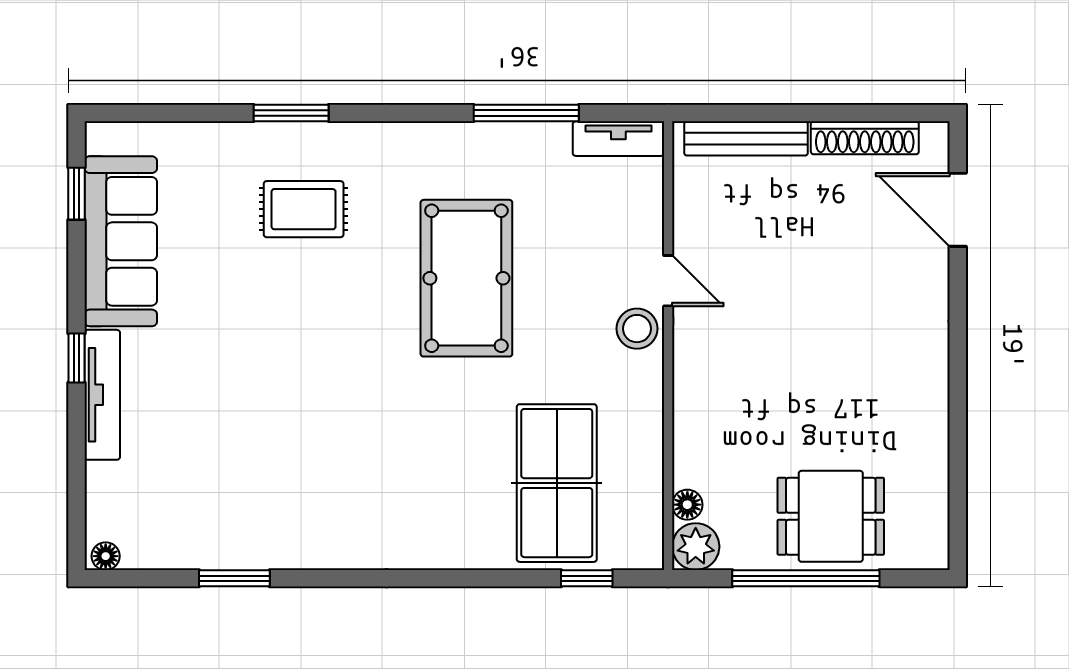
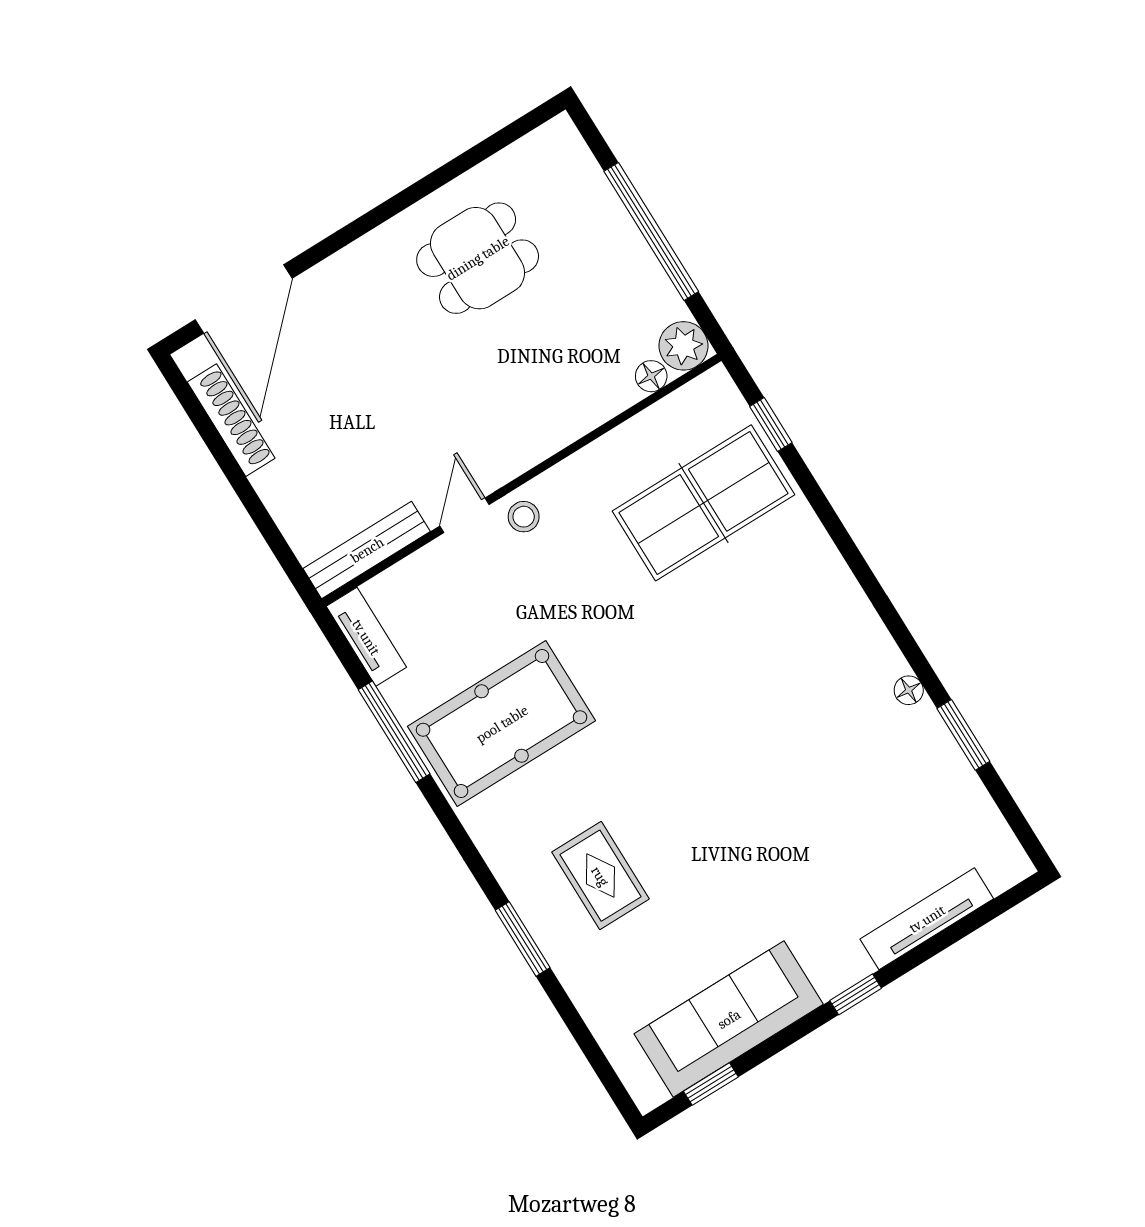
bench: (746, 138) -> (367, 550), moved, turned 90
door: (958, 210) -> (244, 299), width x1.36
pool table: (466, 278) -> (502, 724), moved
stool: (637, 329) -> (524, 517), width x0.73, depth x0.73
tv unit: (102, 395) -> (927, 919), moved
dining table: (831, 516) -> (478, 258), moved, turned 90
floor lamp: (106, 556) -> (909, 690), moved

